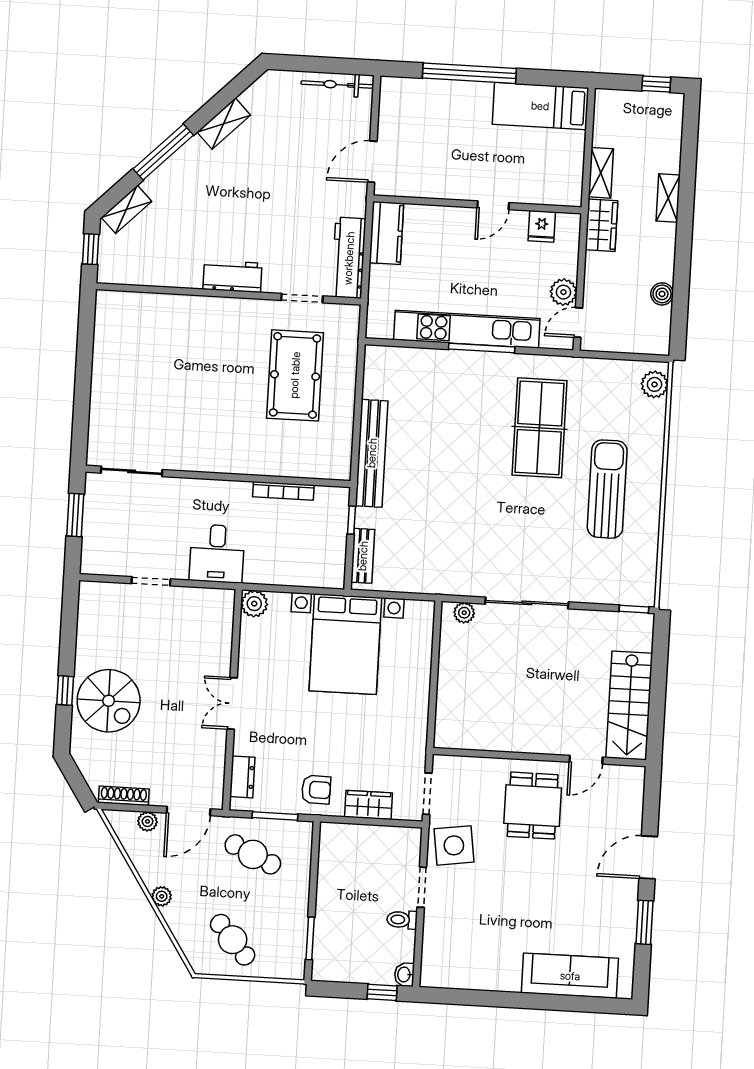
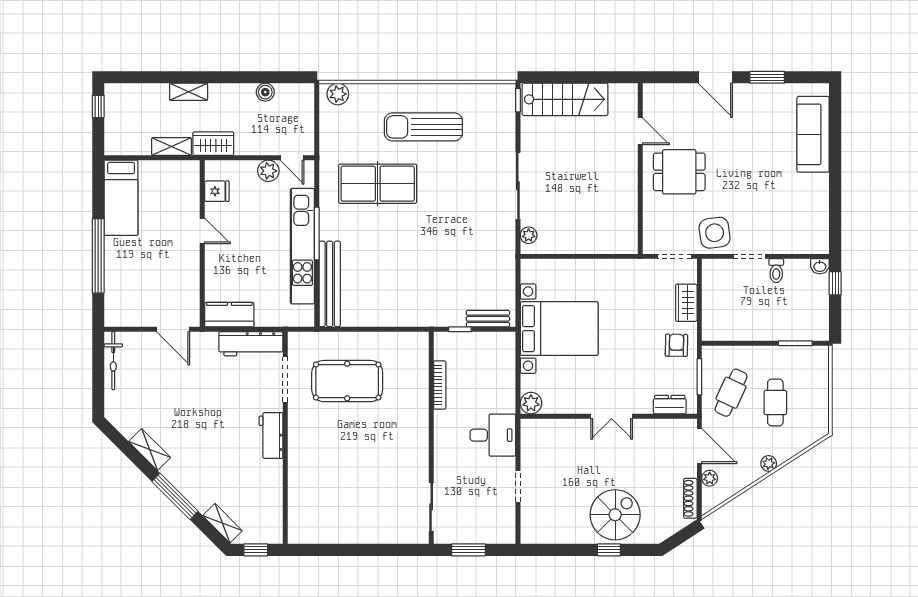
doorway: (302, 298) -> (285, 379), width x1.38
bench: (372, 453) -> (330, 284), moved, turned 90
stairs: (629, 706) -> (565, 99), moved
cafe table: (233, 940) -> (775, 403), moved, turned -49

